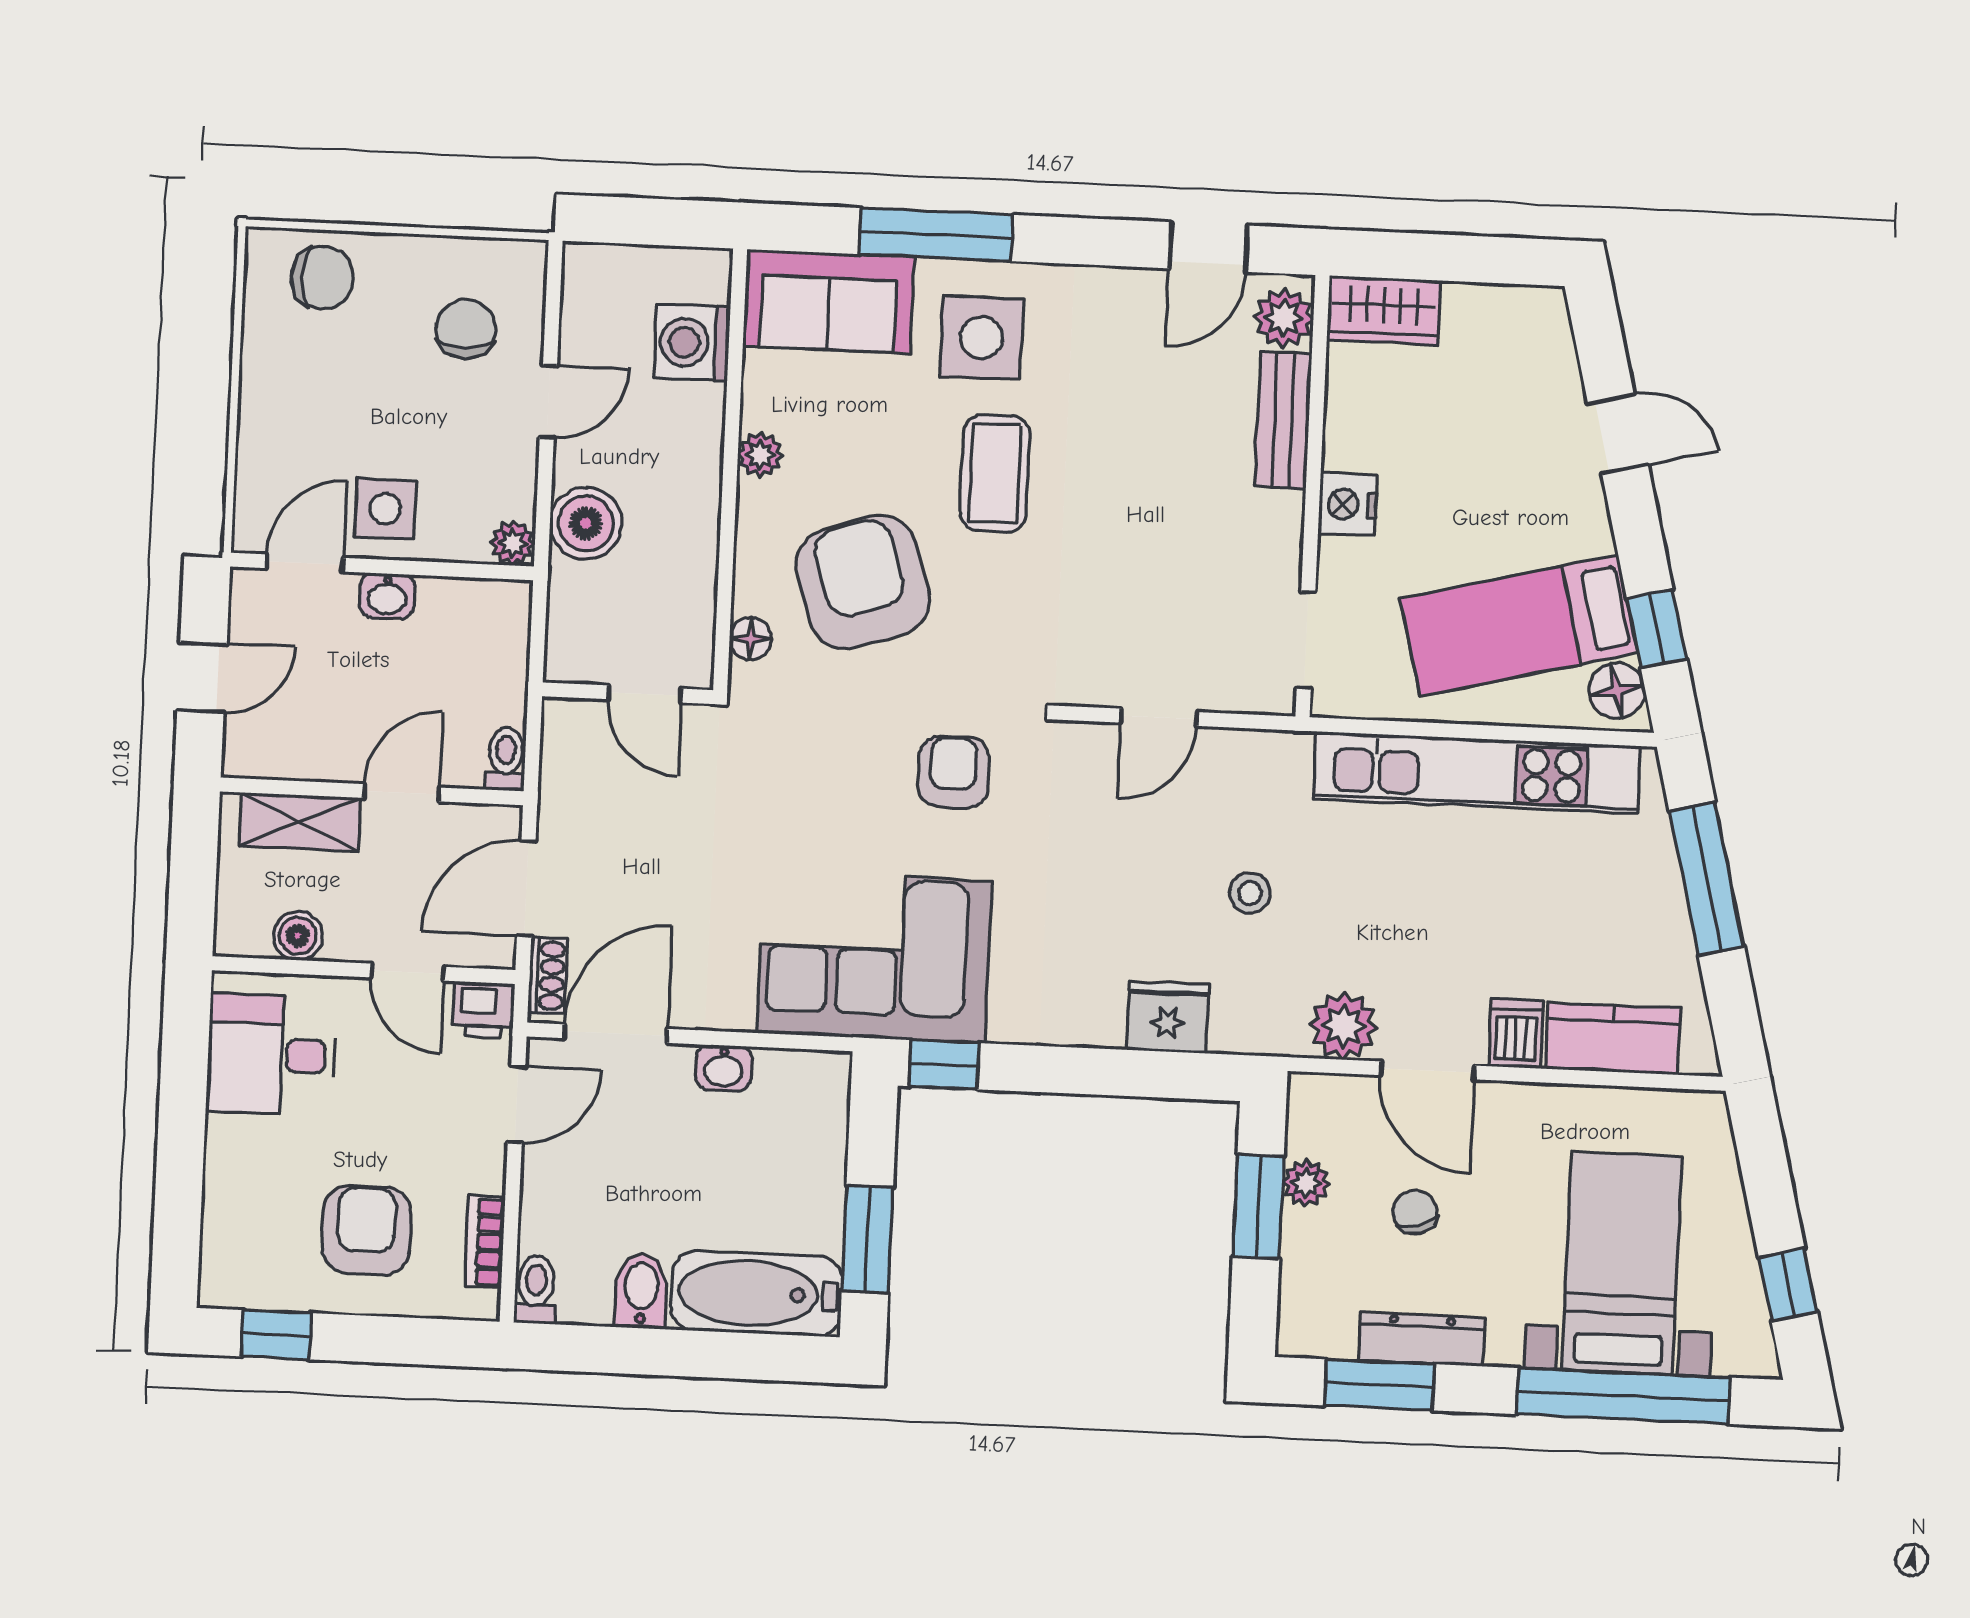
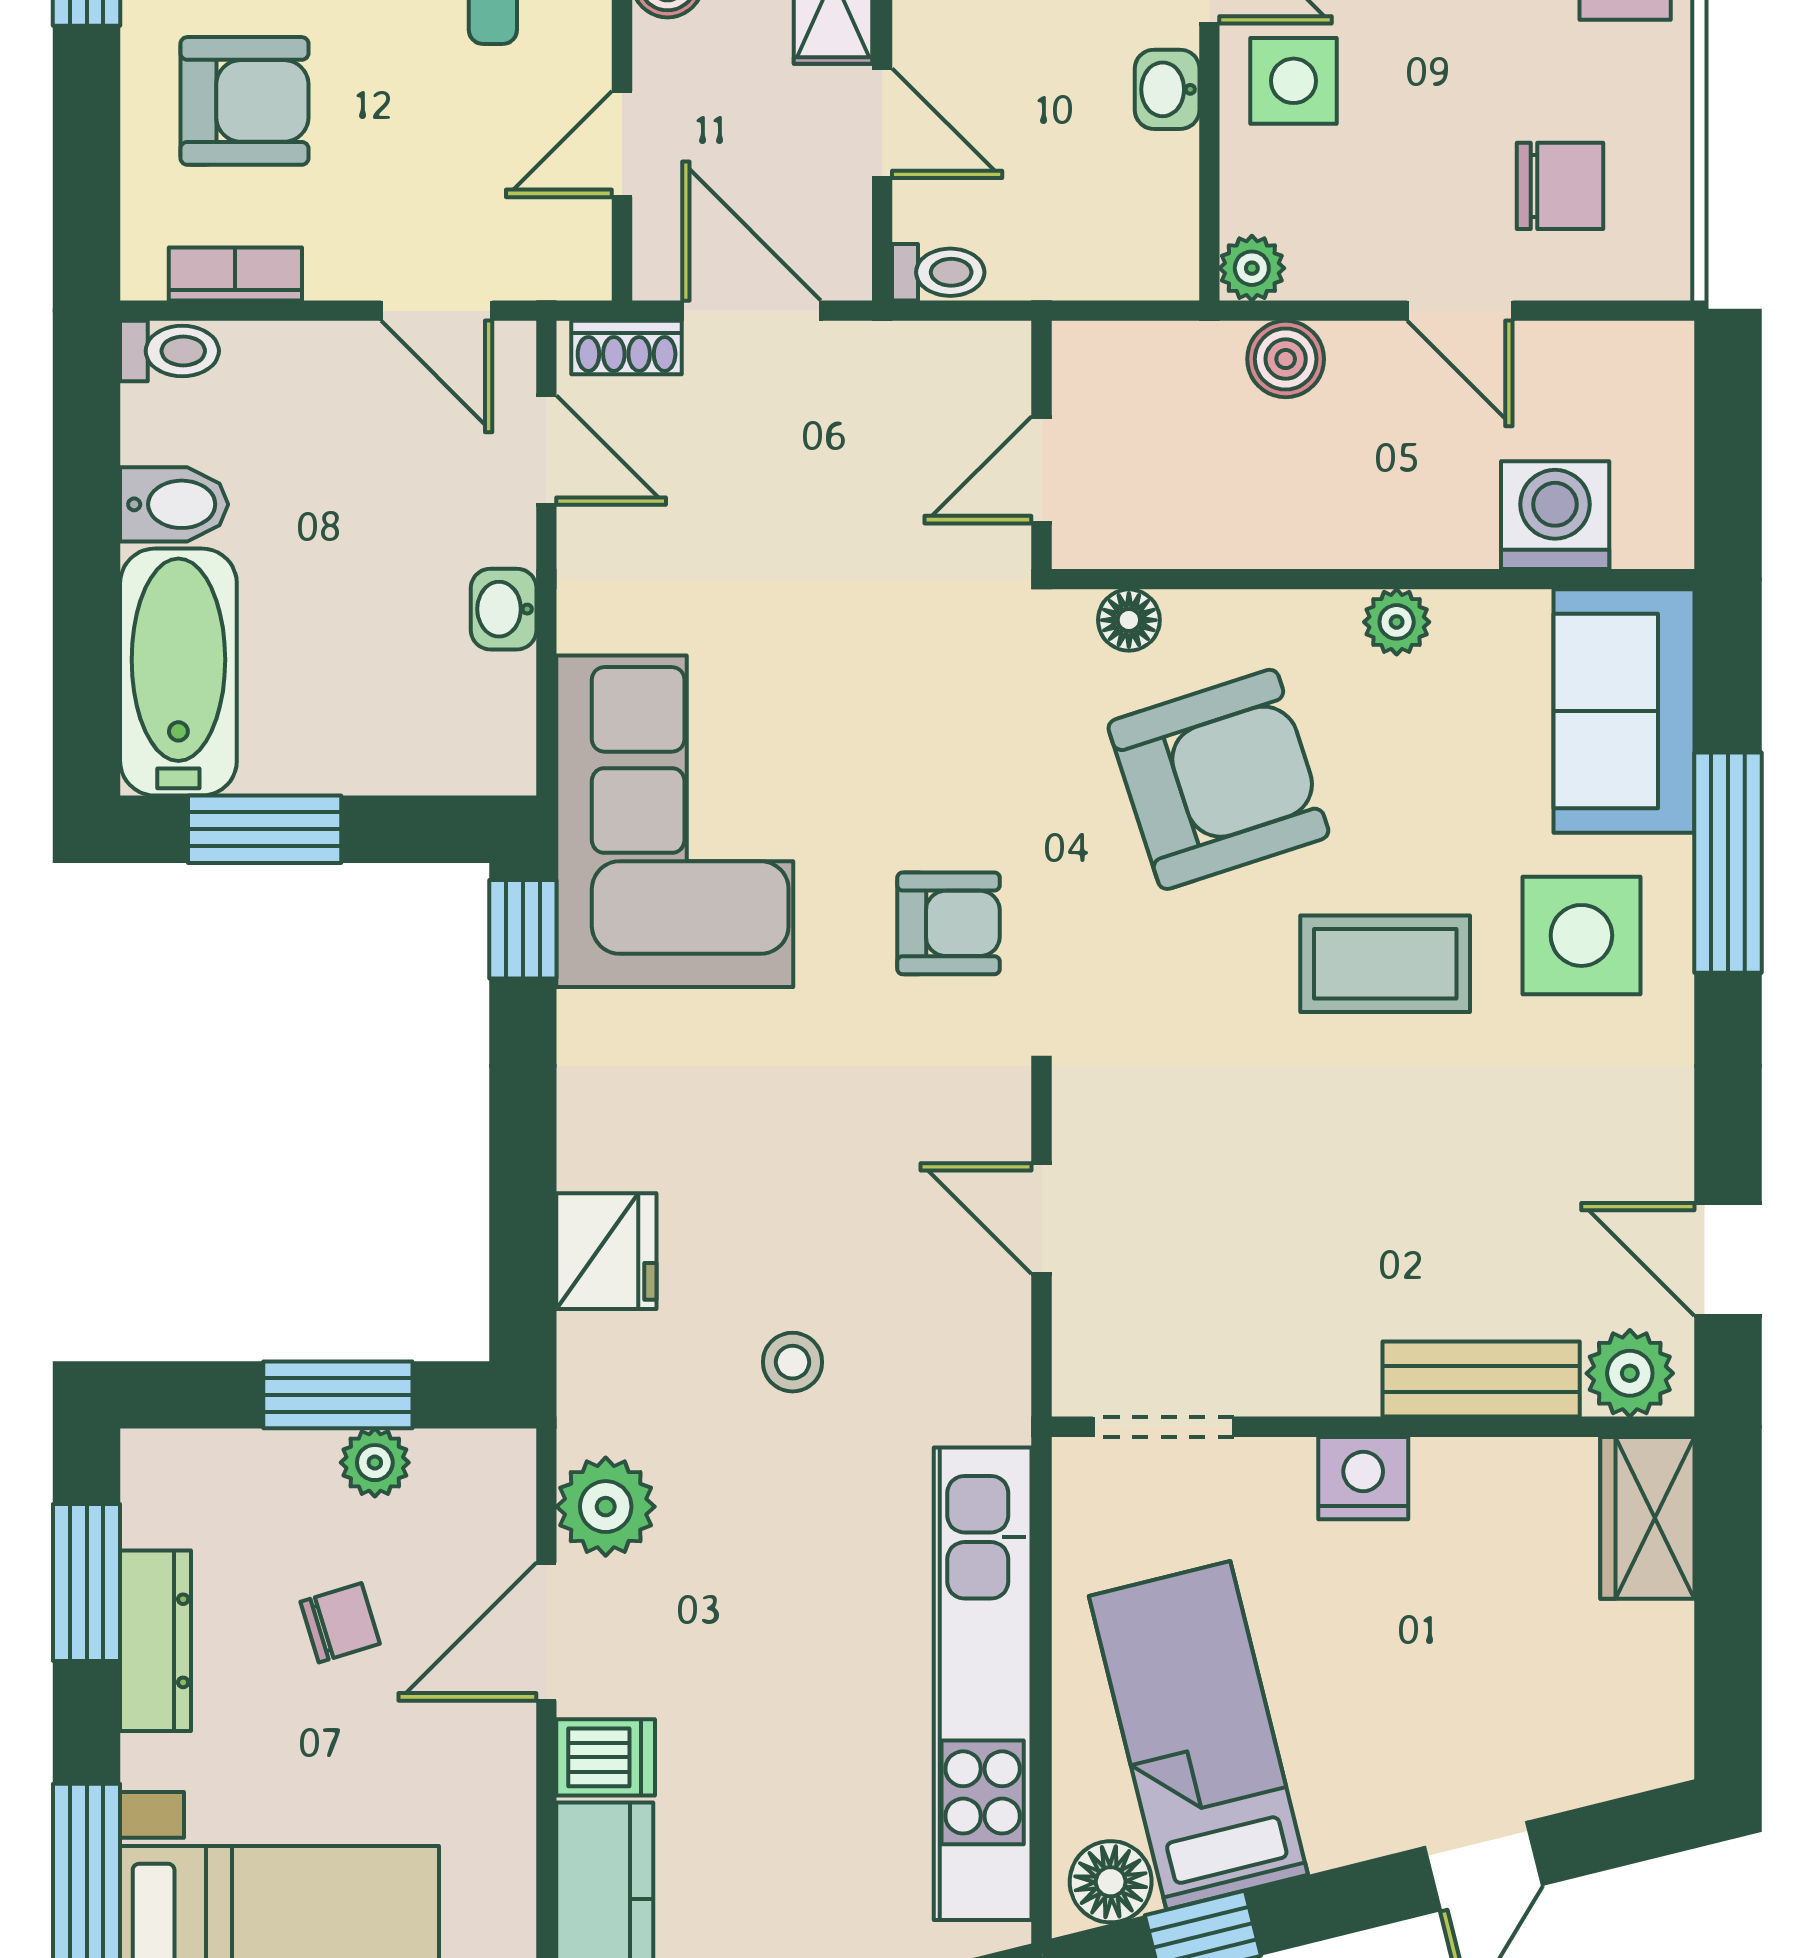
boiler: (586, 523) -> (1286, 359), width x0.73, depth x0.73
printer: (484, 1010) -> (572, 257), removed
door: (616, 1034) -> (546, 450), width x0.73

